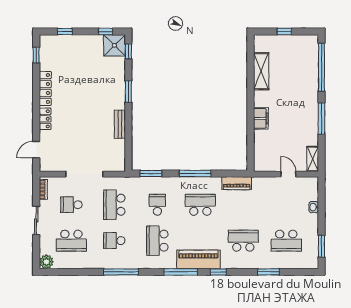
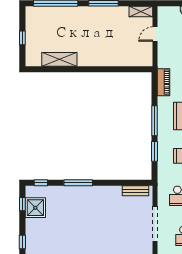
shower: (114, 45) -> (35, 208), moved
window: (128, 92) -> (78, 183), width x1.44
filing cabinet: (261, 118) -> (103, 60), removed
bench: (120, 124) -> (135, 191), moved
window: (151, 173) -> (154, 151), moved

